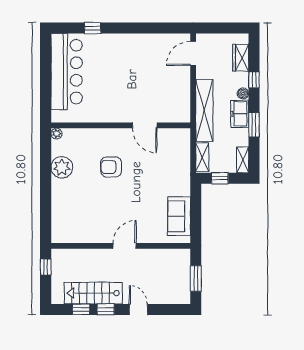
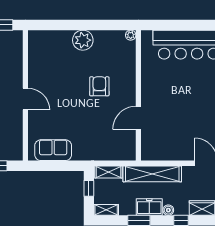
plant: (62, 167) -> (83, 40), moved

